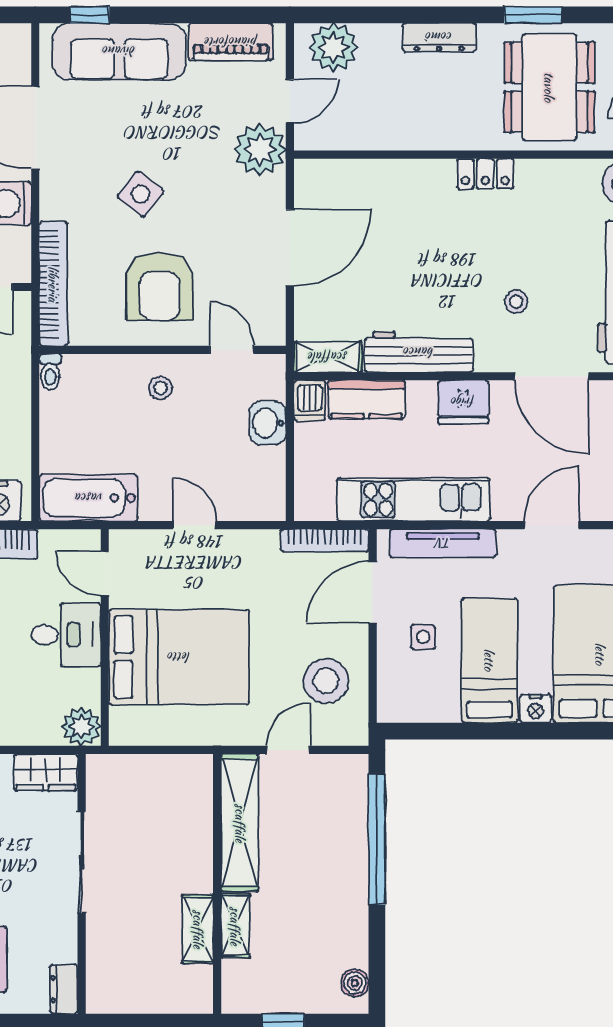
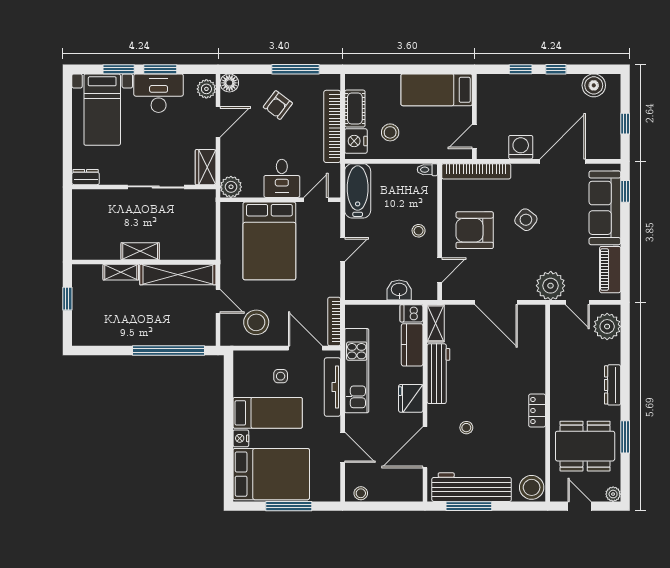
shelving: (198, 929) -> (140, 251), moved
boiler: (355, 983) -> (89, 338), removed

